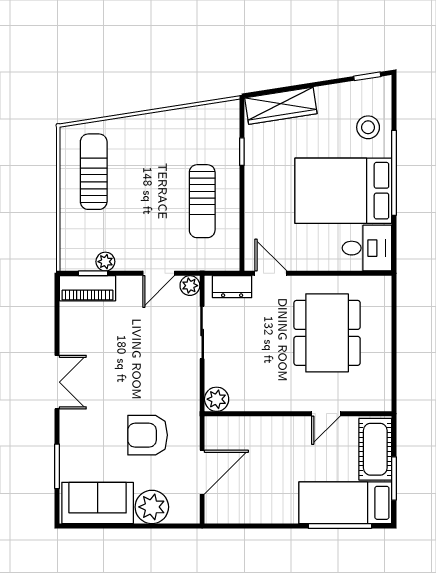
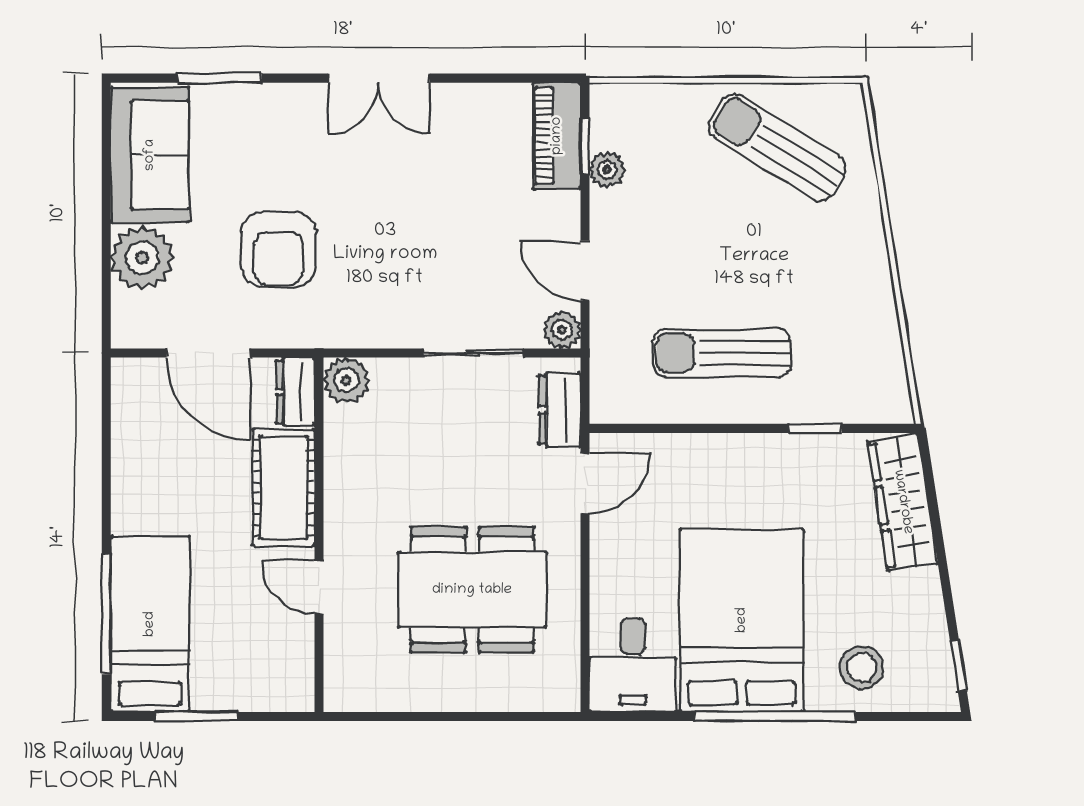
sun lounger: (94, 172) -> (777, 148), turned -148
dresser: (222, 426) -> (295, 392), added
armchair: (148, 435) -> (278, 250), turned 180
cot: (375, 449) -> (284, 488), moved, turned 90

